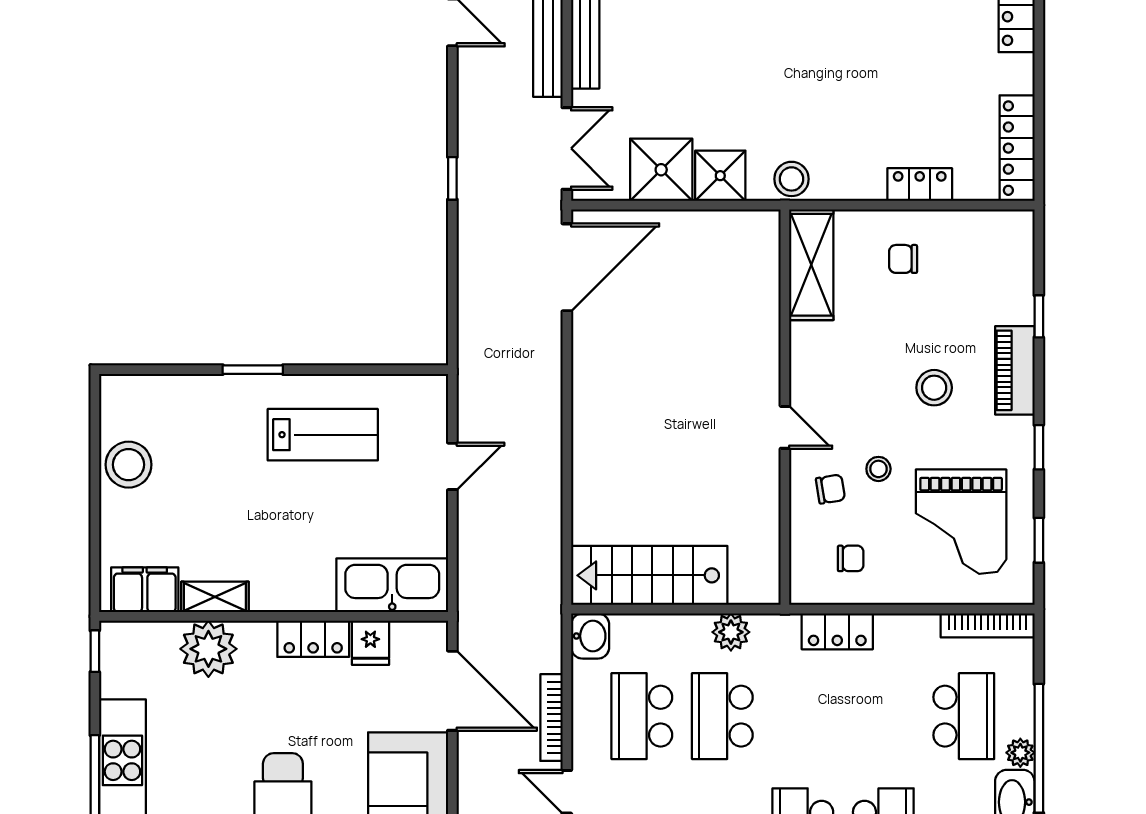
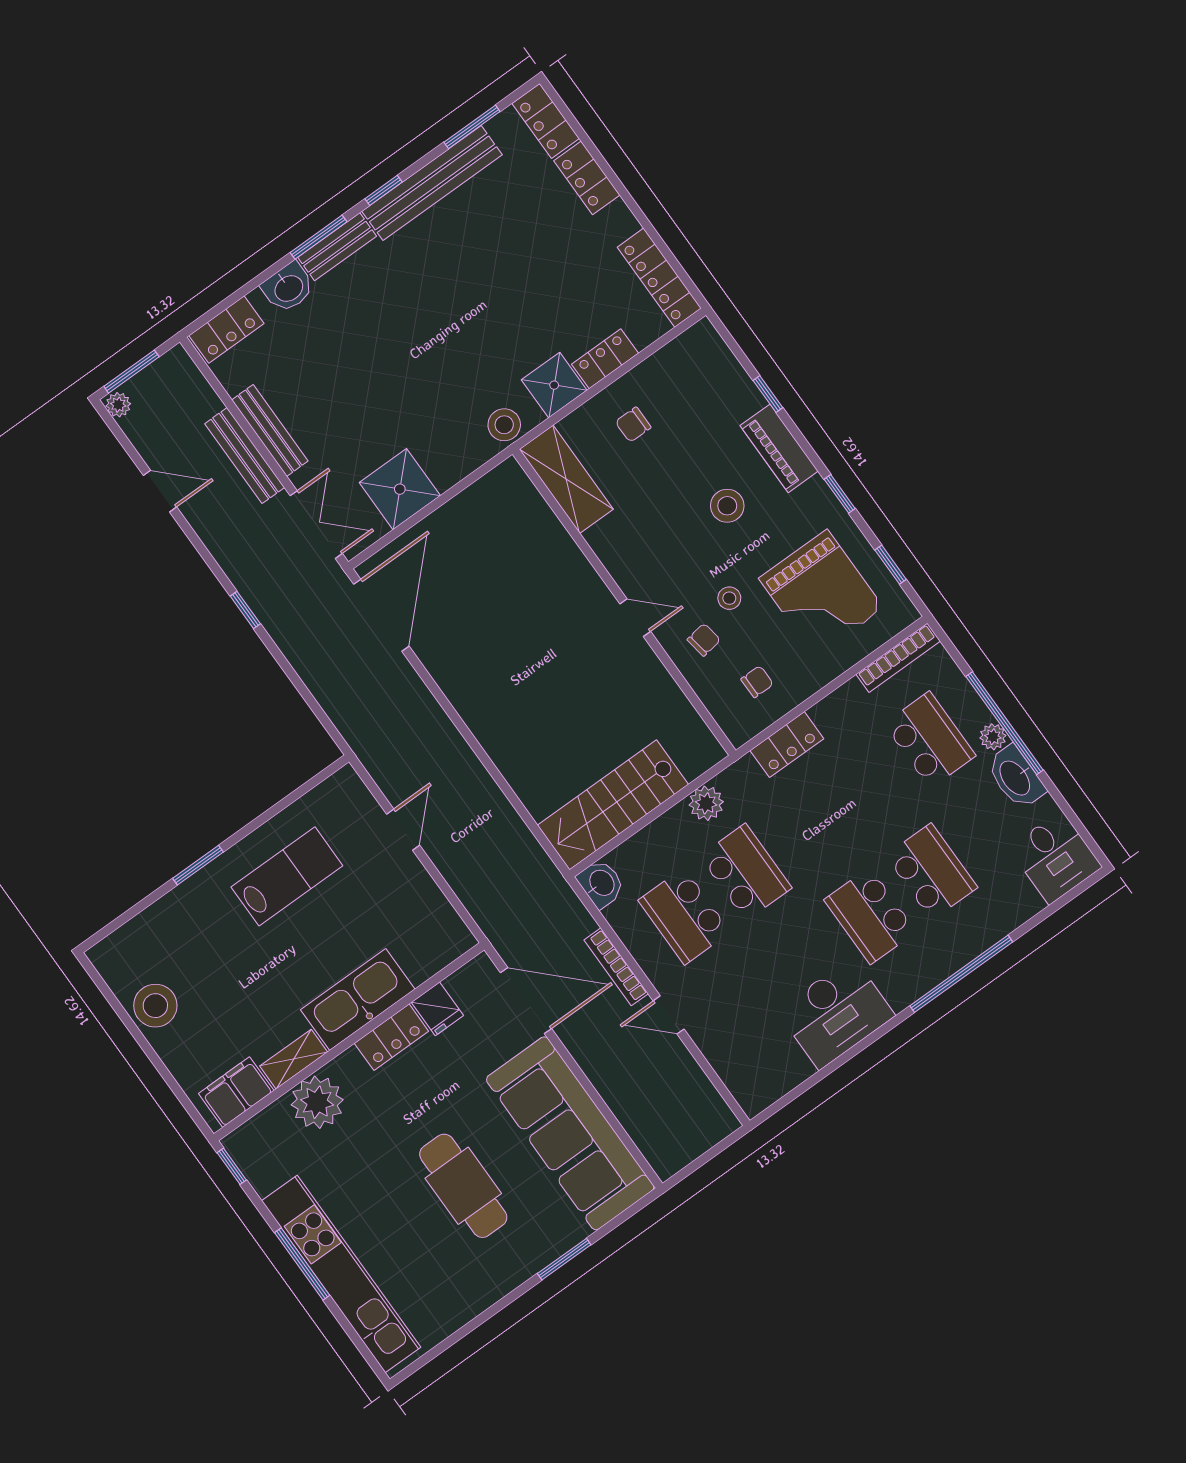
shower: (720, 176) -> (554, 385), moved
kitchen sink: (392, 585) -> (358, 1000), moved
school desk: (722, 716) -> (746, 872), turned 180

